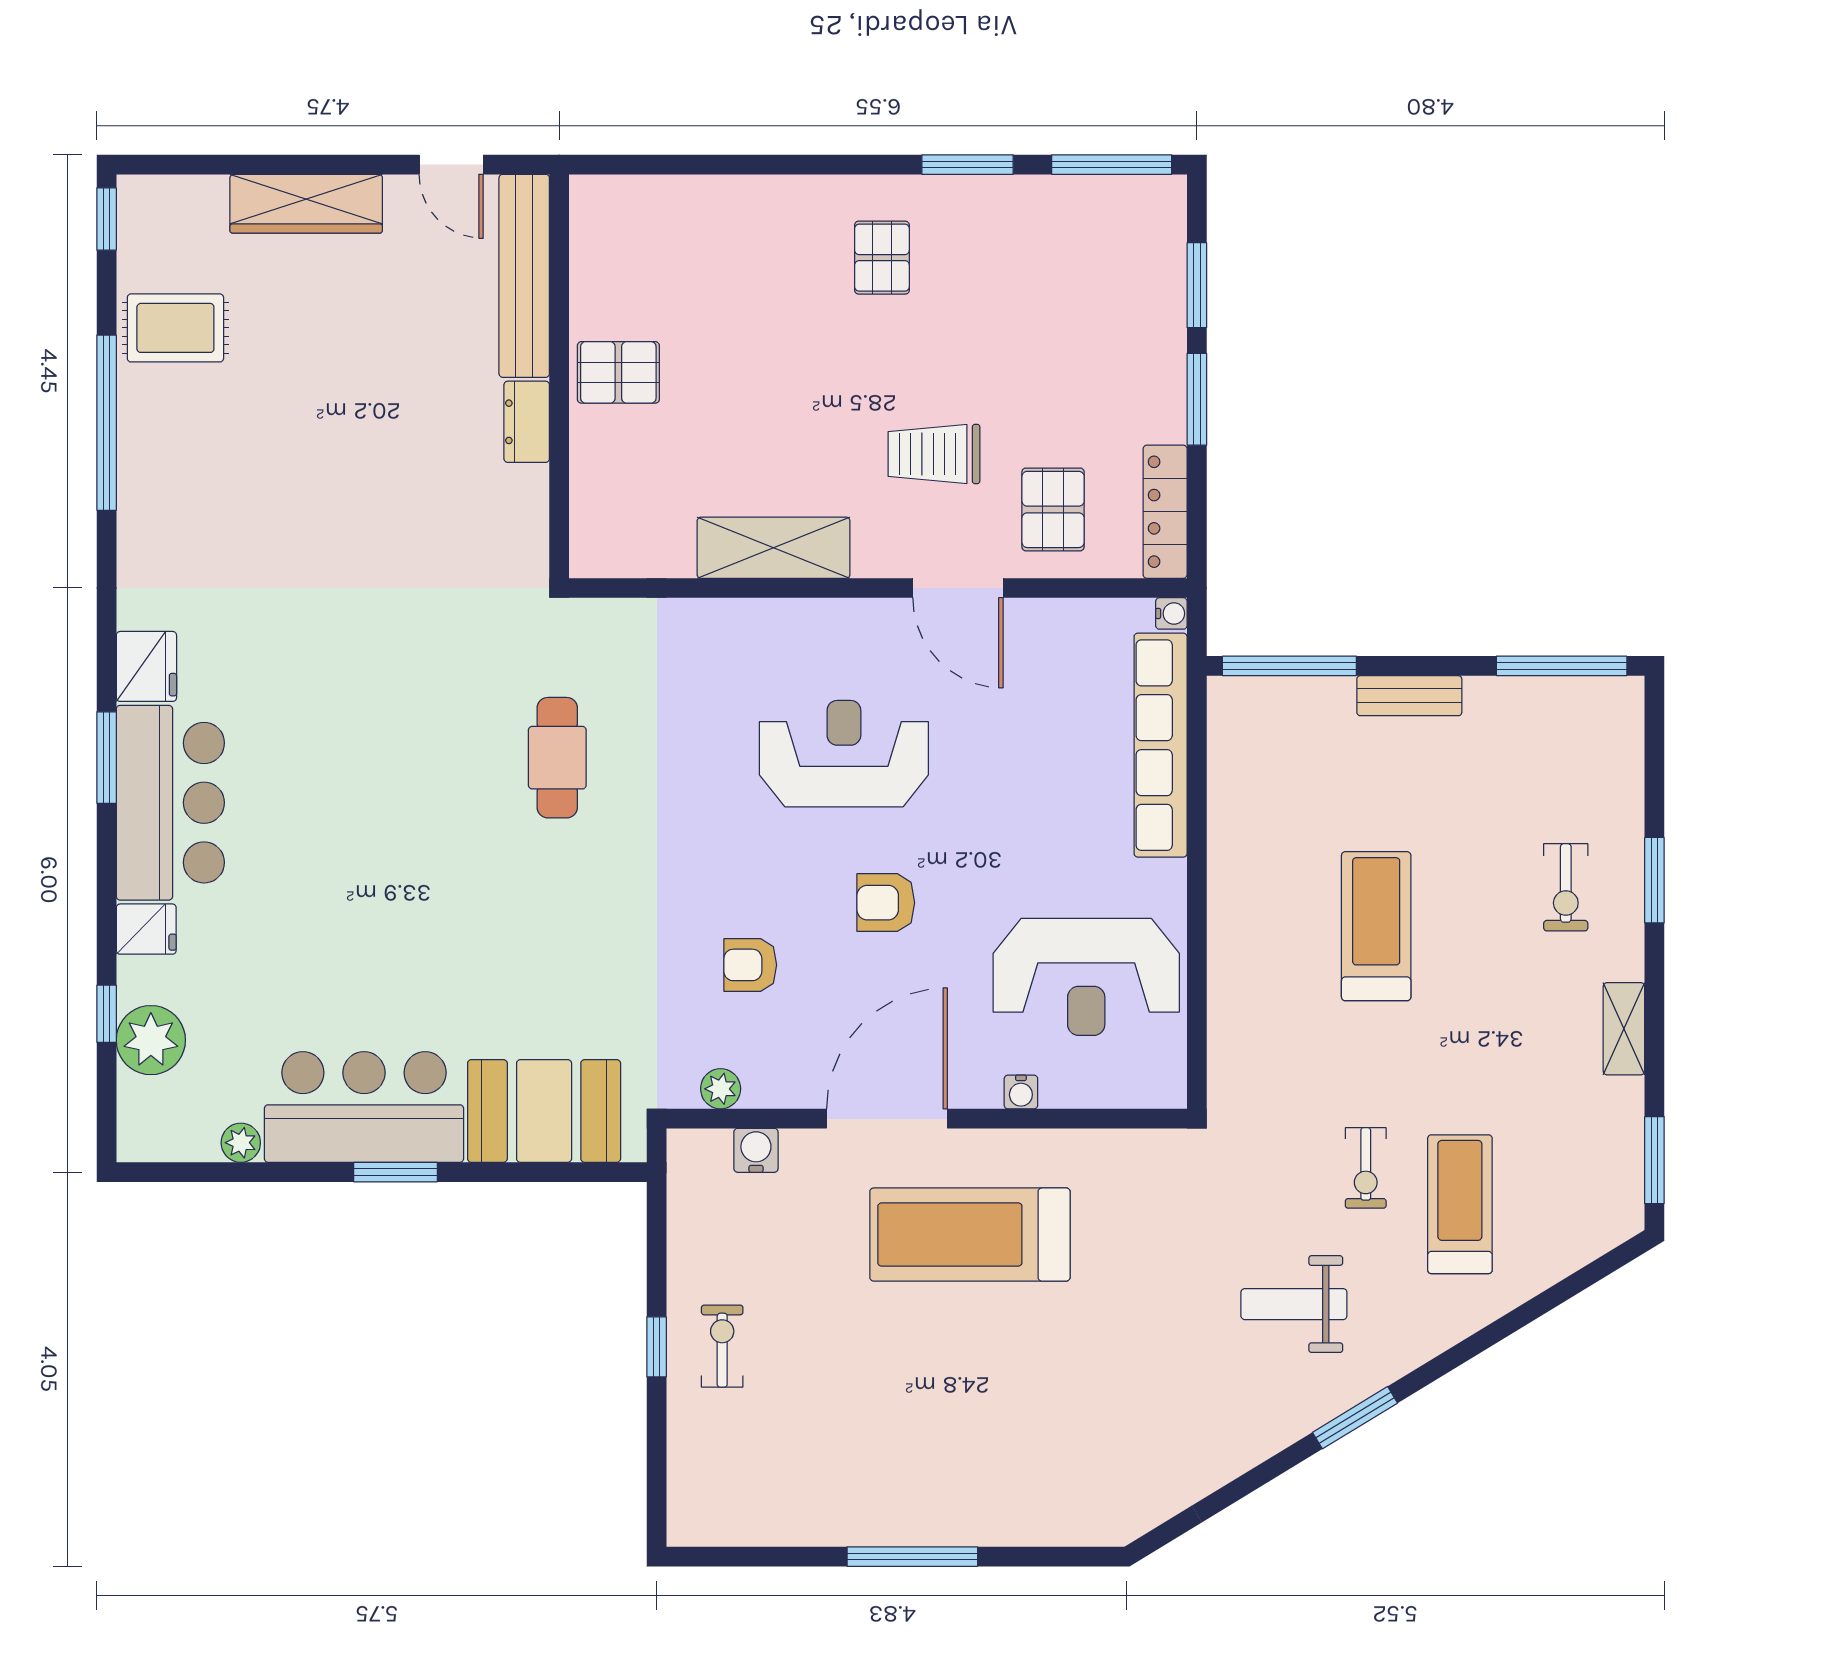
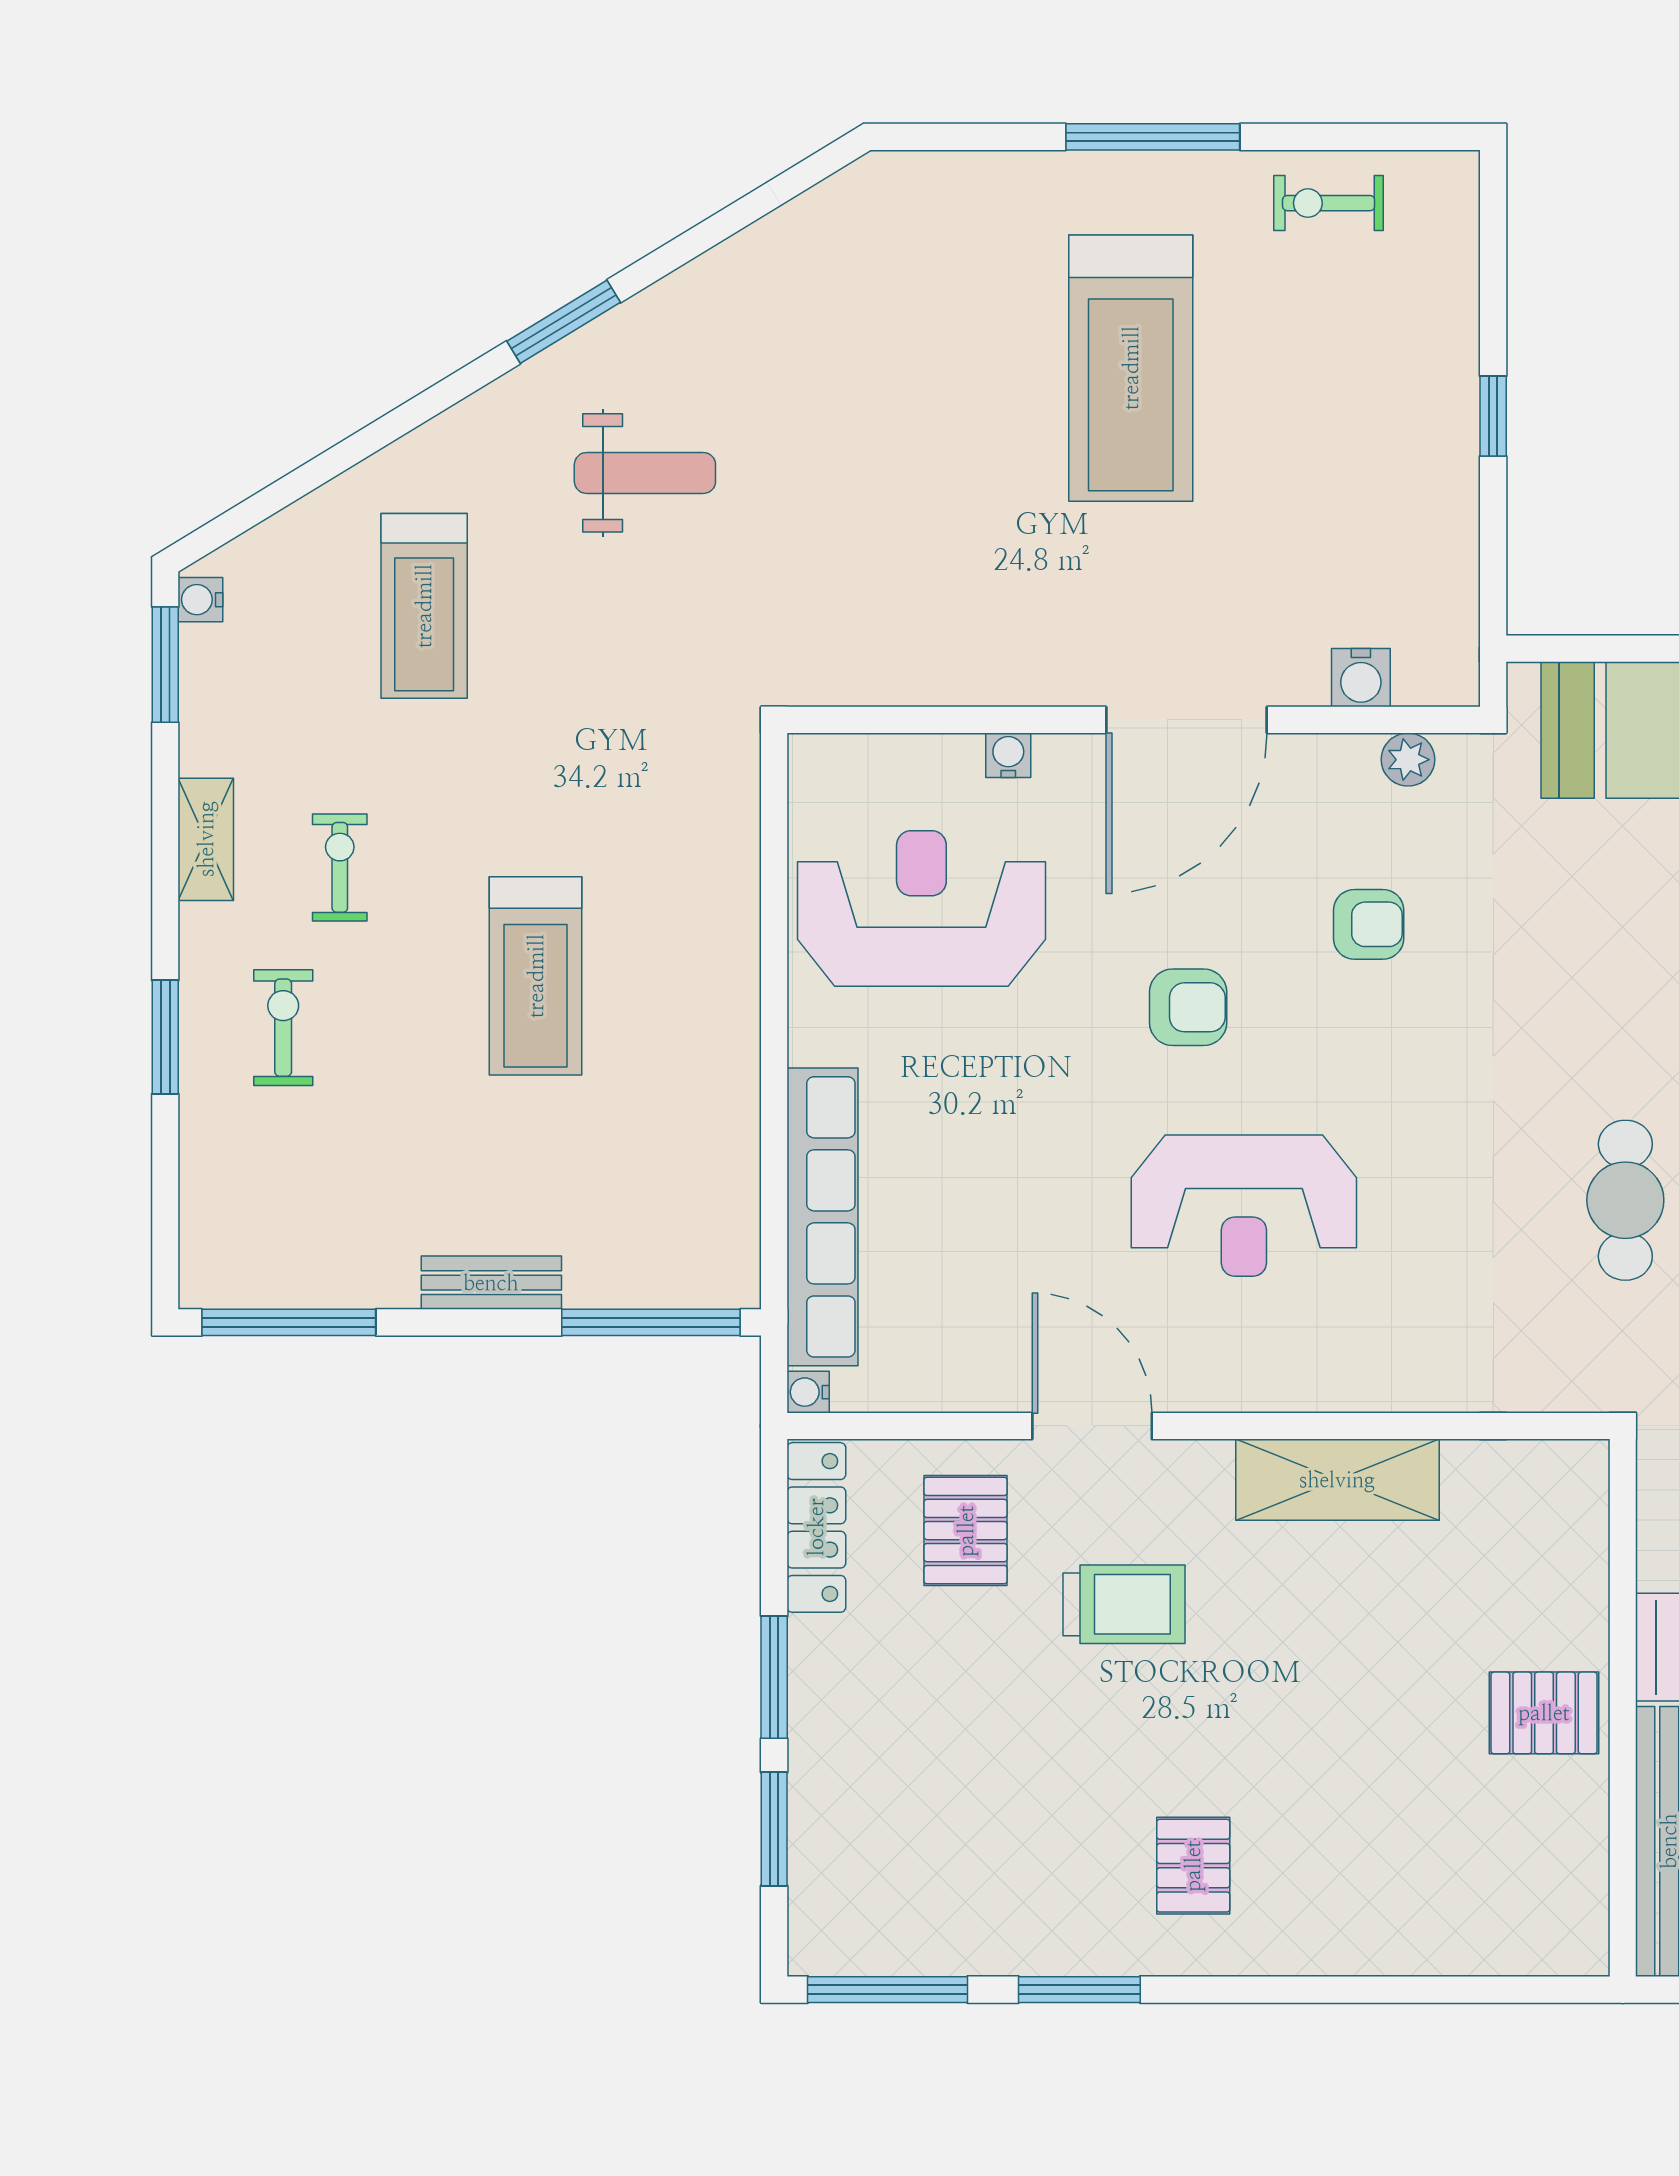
exercise bike: (1366, 1168) -> (340, 867), moved
water cooler: (1628, 1209) -> (200, 600), added
treadmill: (970, 1235) -> (1131, 368), moved, turned 90
exercise bike: (722, 1346) -> (1329, 203), moved, turned 90

